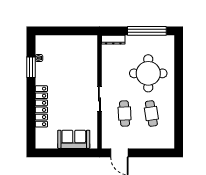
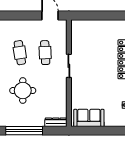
round table: (148, 73) -> (23, 91), width x0.73, depth x0.73
sofa: (74, 139) -> (89, 118), moved, turned 180

